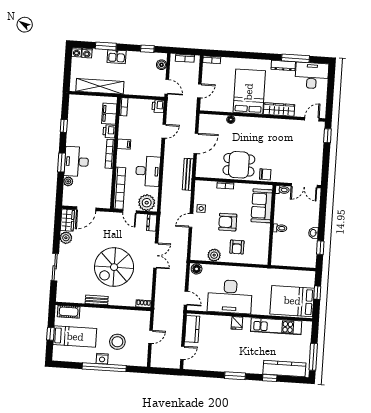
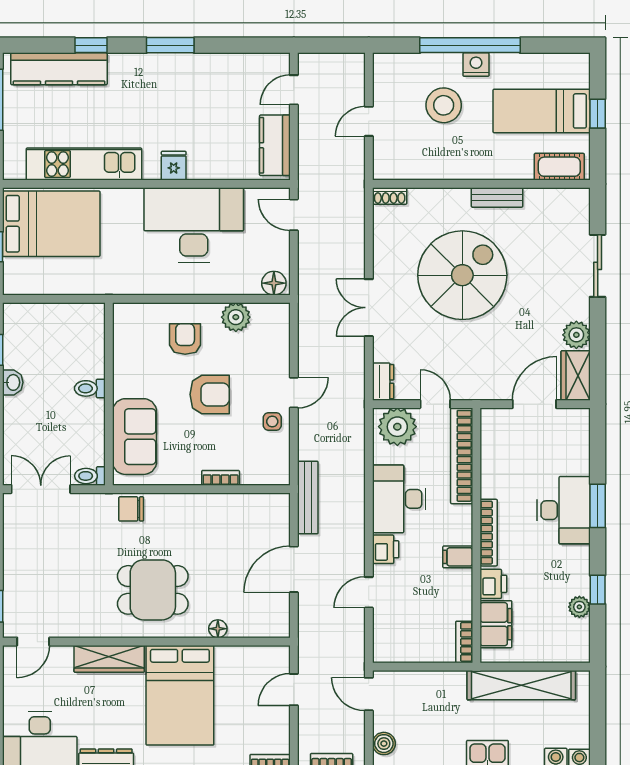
printer: (158, 106) -> (386, 549), moved
dining table: (239, 165) -> (153, 590), moved
plant: (68, 181) -> (579, 607), moved

